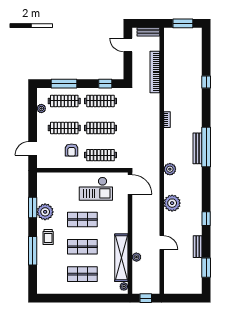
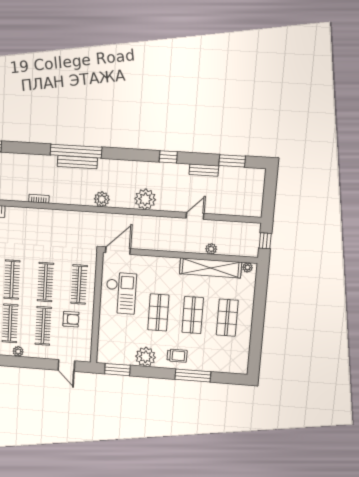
window: (33, 208) -> (117, 370), moved

